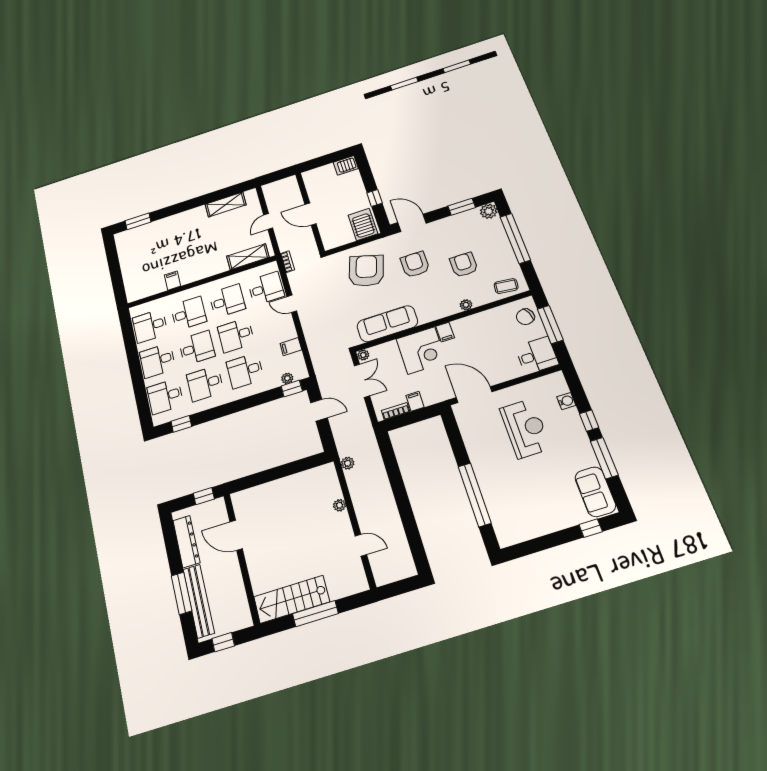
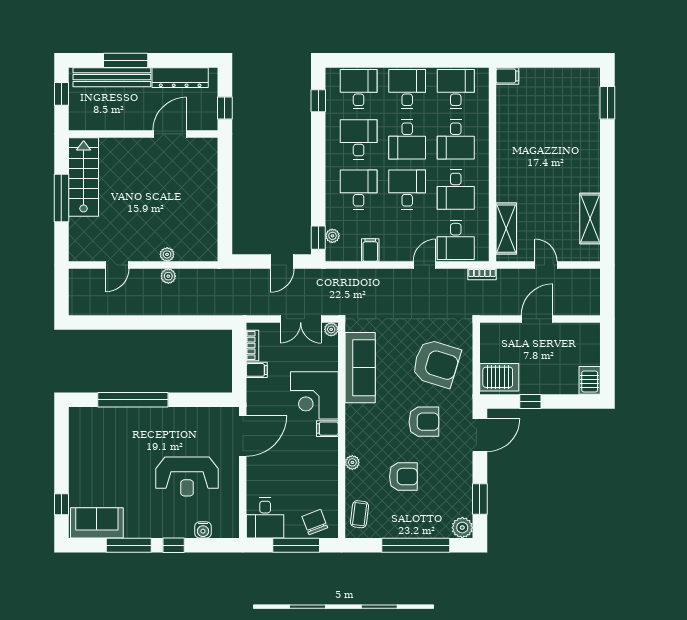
filing cabinet: (173, 280) -> (507, 76), moved
plant: (348, 463) -> (168, 276), moved

